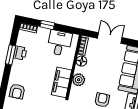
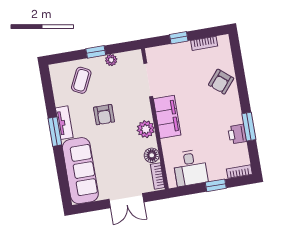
armchair: (17, 91) -> (221, 82), turned -140

